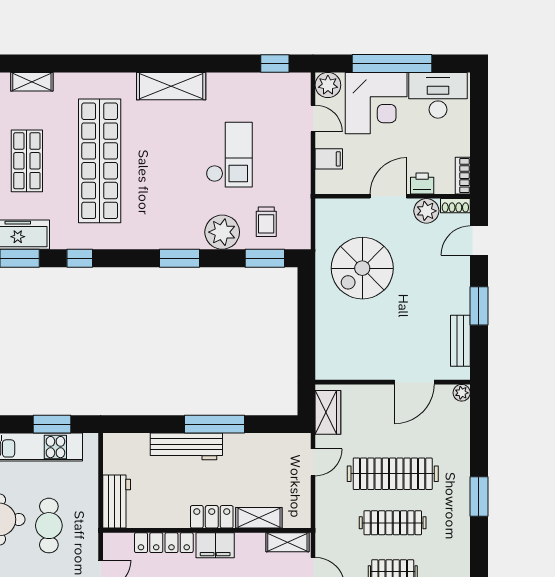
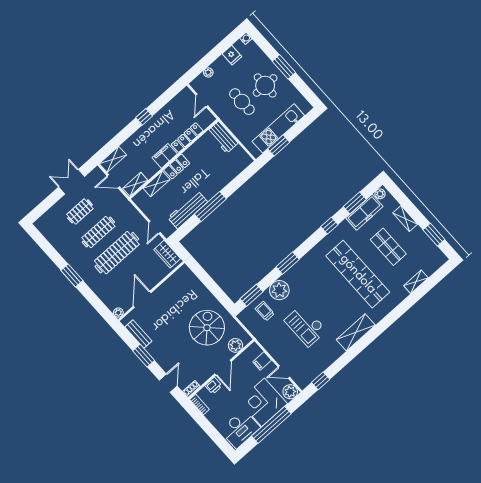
plant: (426, 211) -> (235, 345), moved
workbench: (186, 446) -> (188, 210), moved

